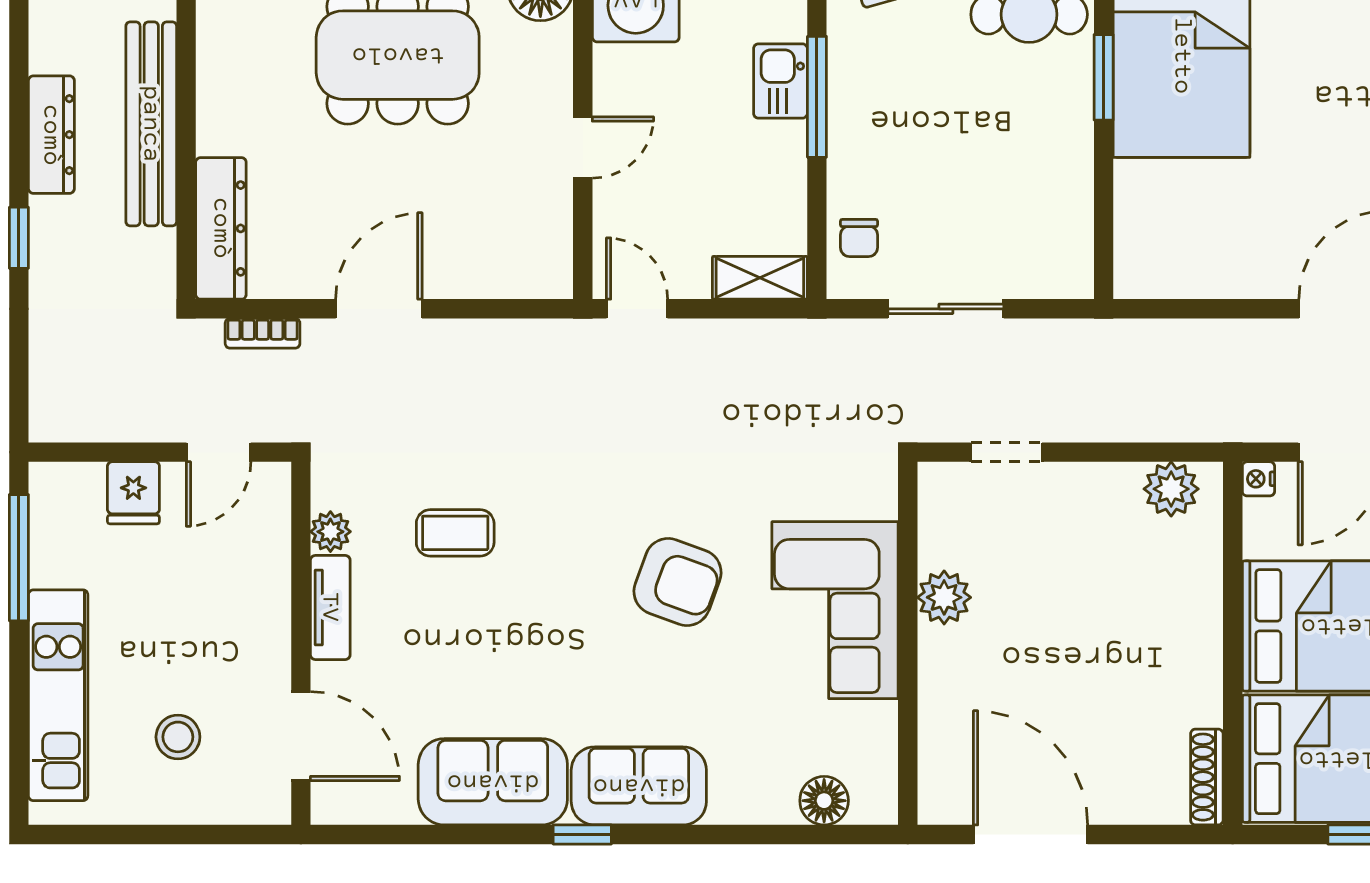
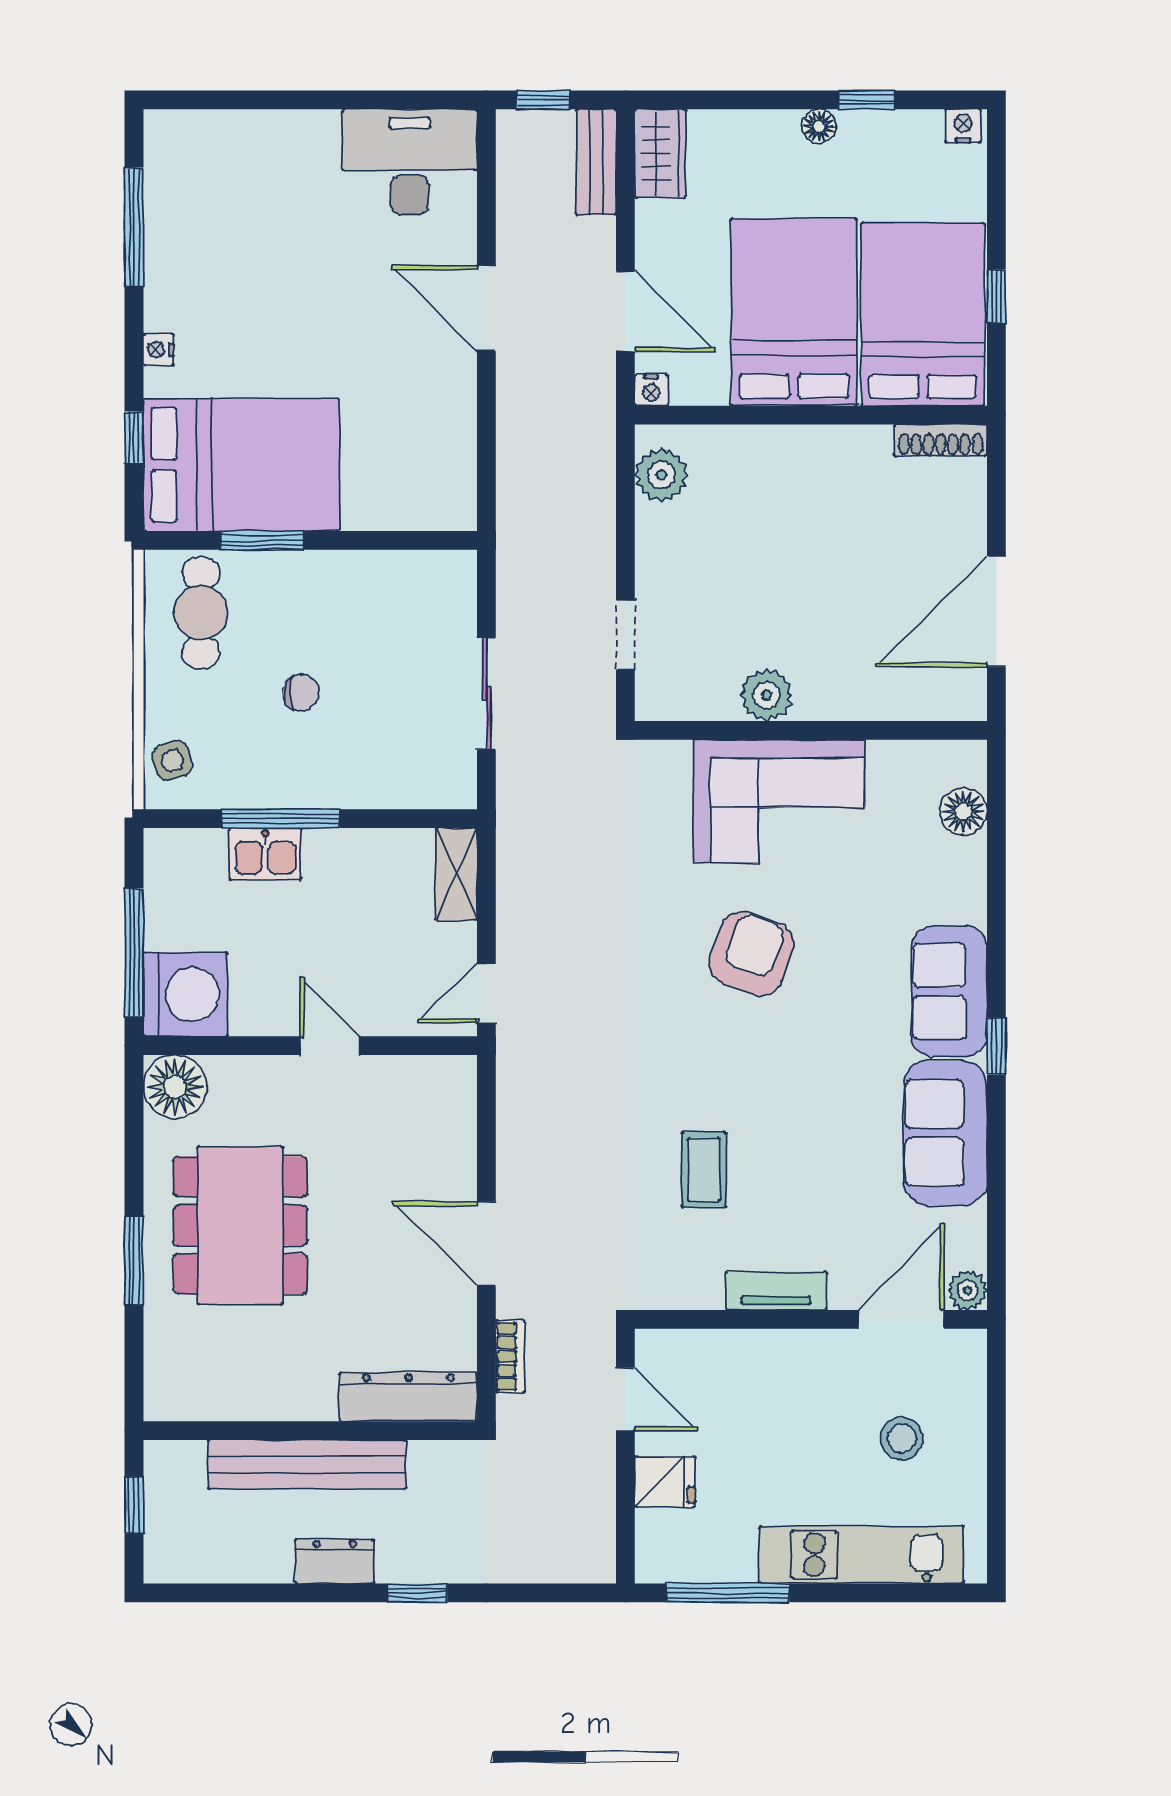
dresser: (51, 135) -> (335, 1561), width x0.70
chair: (859, 238) -> (301, 693), moved
plant: (330, 532) -> (968, 1290), moved

